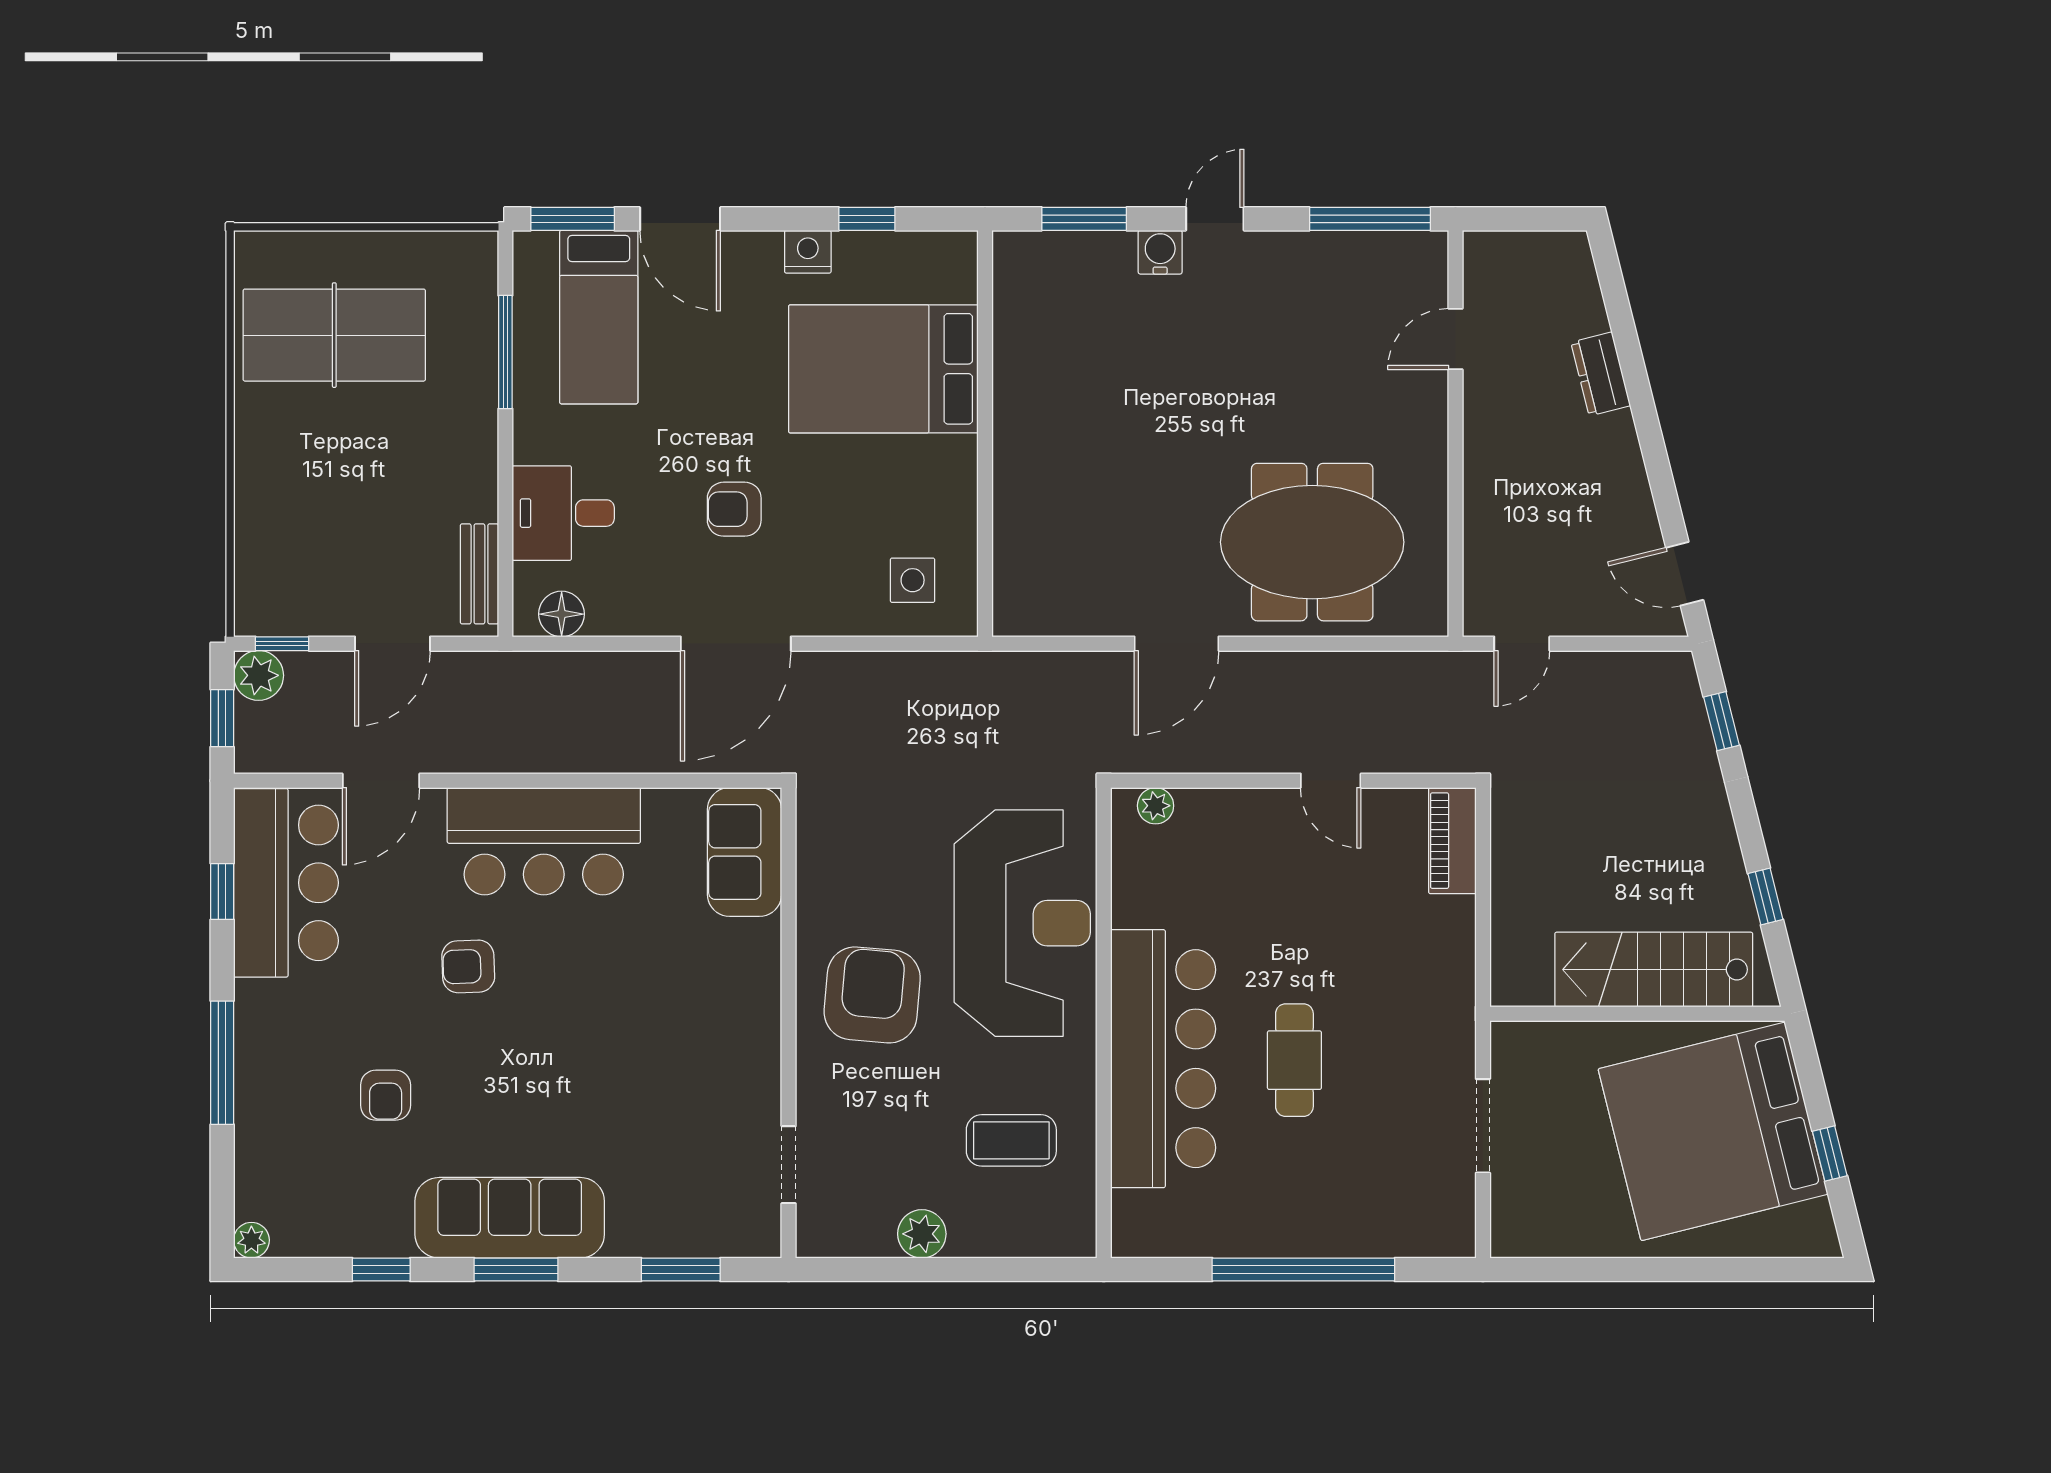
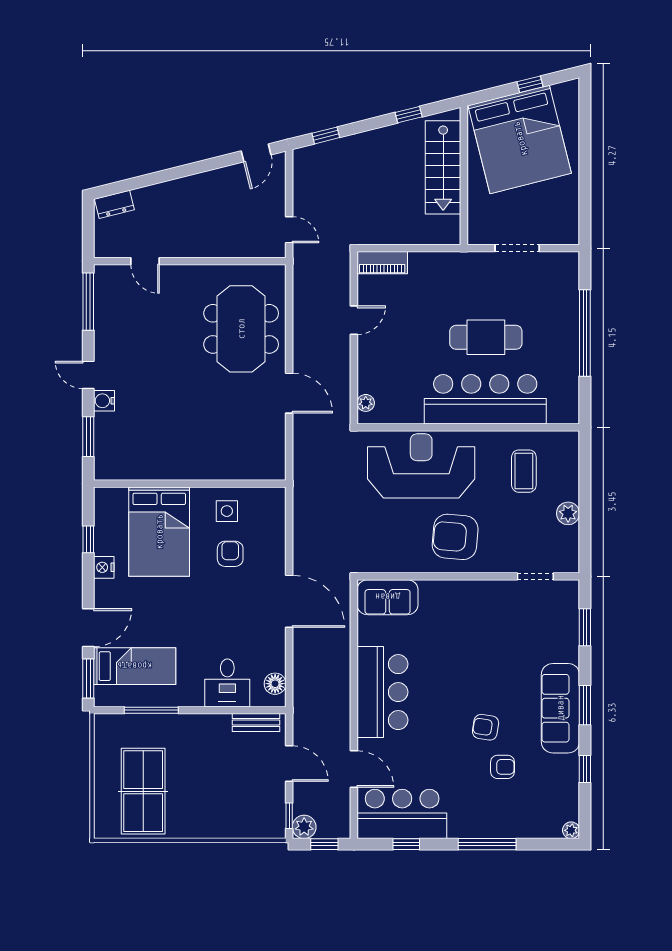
dresser: (1601, 374) -> (114, 204), moved
armchair: (734, 509) -> (230, 554), moved, turned 180
side table: (913, 580) -> (227, 511), moved
armchair: (468, 966) -> (486, 727), moved, turned 101
cafe table: (1294, 1060) -> (486, 337), width x1.37, depth x1.35

